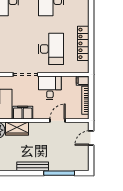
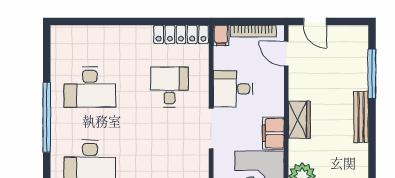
locker: (83, 43) -> (181, 34), moved
desk: (51, 49) -> (169, 87), width x0.73
door: (58, 121) -> (286, 54), moved
wardrobe: (17, 128) -> (299, 120), moved

